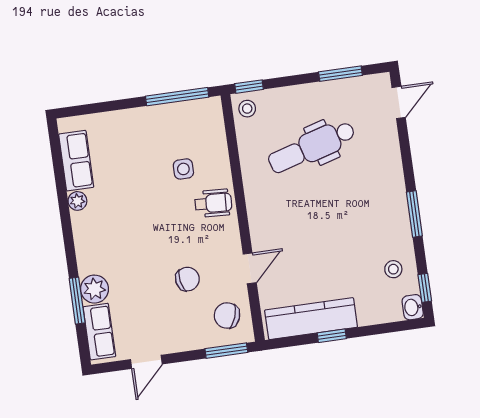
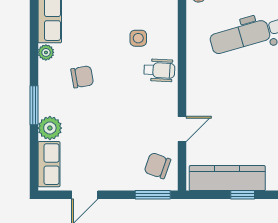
chair: (187, 279) -> (82, 77), moved
window: (77, 301) -> (34, 105), moved

